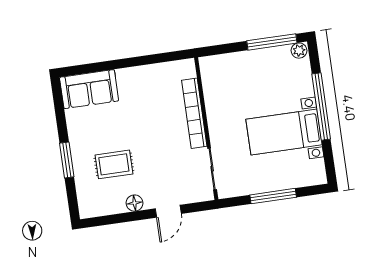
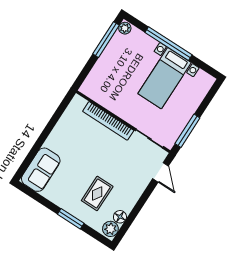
window: (273, 196) -> (187, 131), moved
floor lamp: (134, 203) -> (120, 217), moved
plant: (91, 208) -> (110, 229), added
door: (168, 211) -> (161, 172), moved

